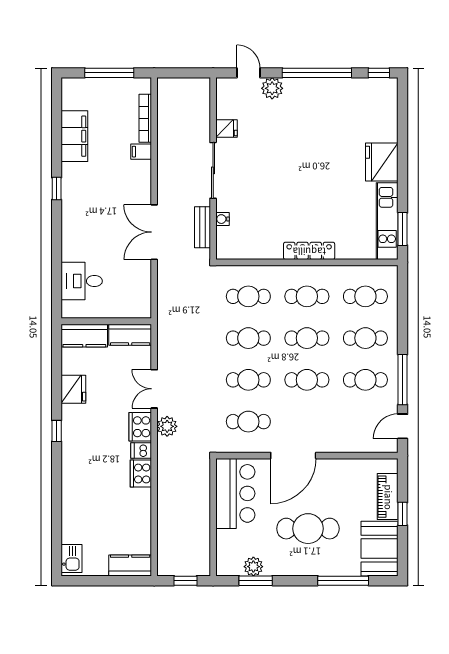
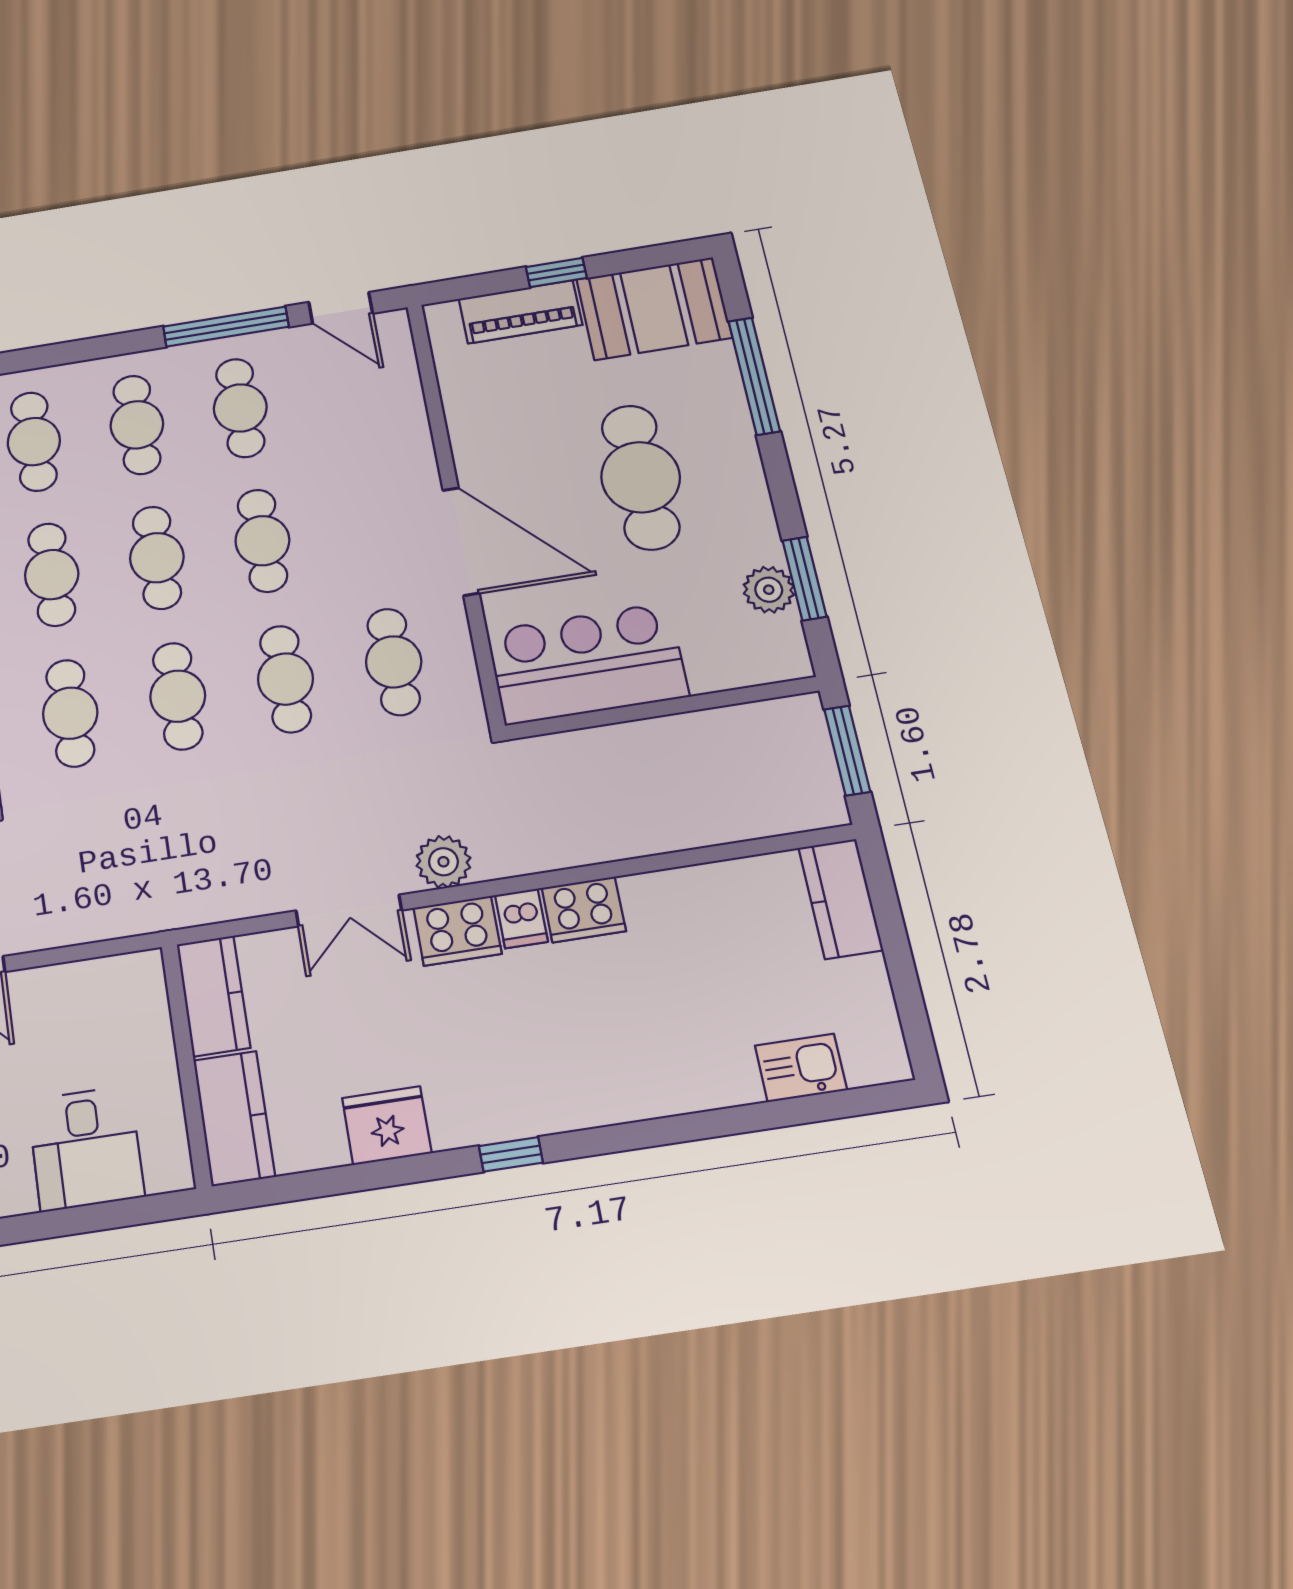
kitchen sink: (72, 558) -> (801, 1068), moved
window: (185, 581) -> (847, 750), width x1.50

